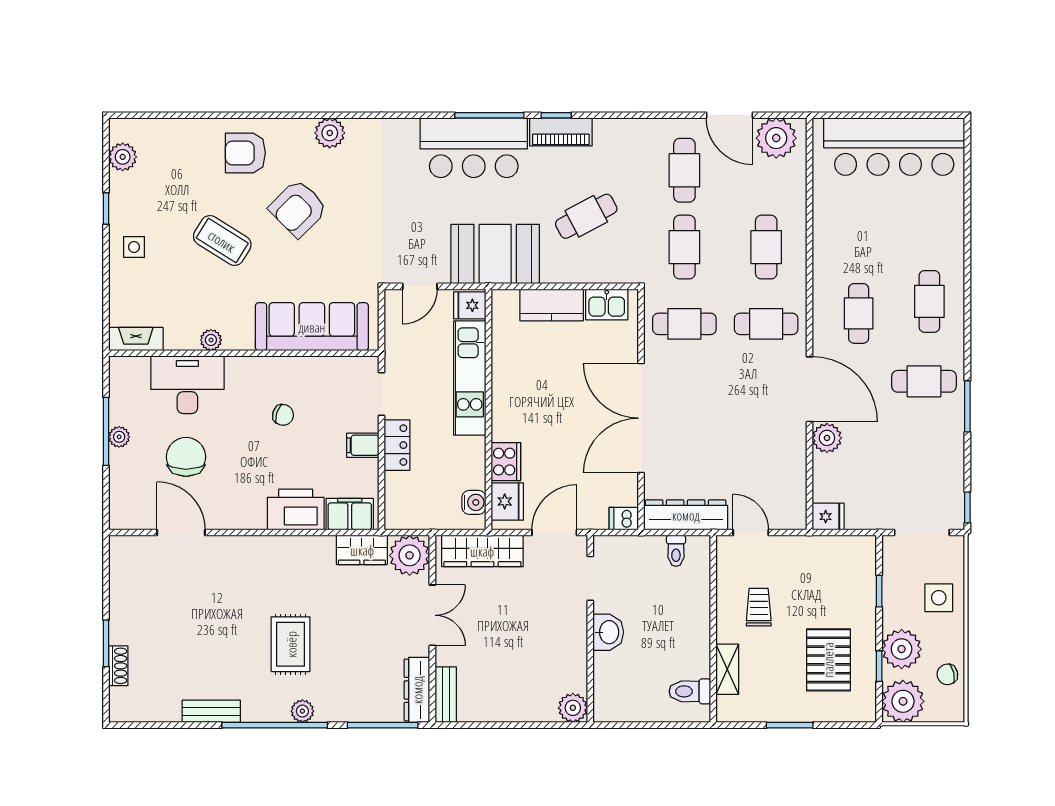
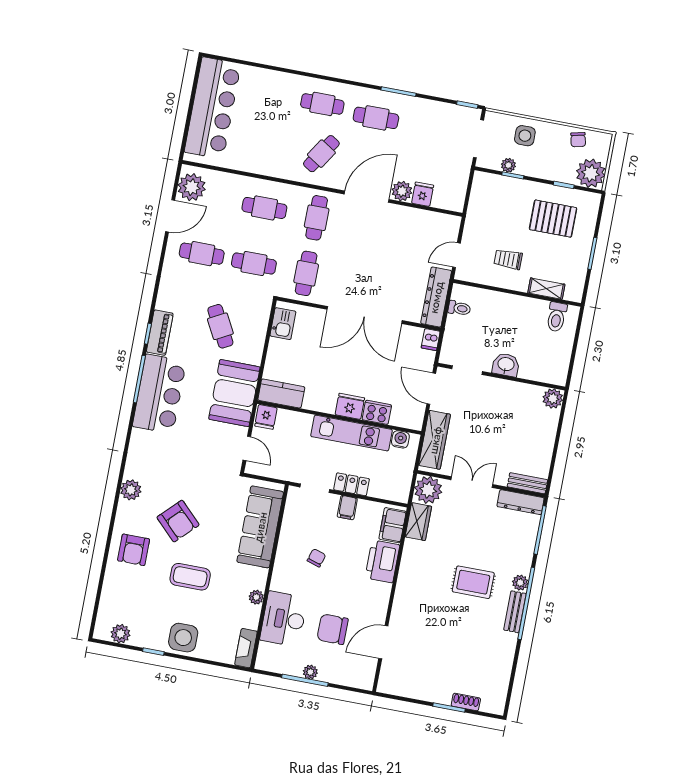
coffee table: (222, 241) -> (190, 577), turned 58
side table: (134, 247) -> (183, 638), width x1.87, depth x1.87
kitchen counter: (552, 305) -> (281, 393), moved, turned -90
cafe table: (859, 313) -> (321, 154), turned -57
kitchen unit: (470, 378) -> (351, 433), moved
cafe table: (924, 381) -> (376, 118), turned 90
fridge: (507, 501) -> (350, 406), moved
fridge: (828, 517) -> (423, 194), moved
plant: (902, 649) -> (508, 165), moved, width x0.53, depth x0.53
bench: (211, 711) -> (515, 612), moved

